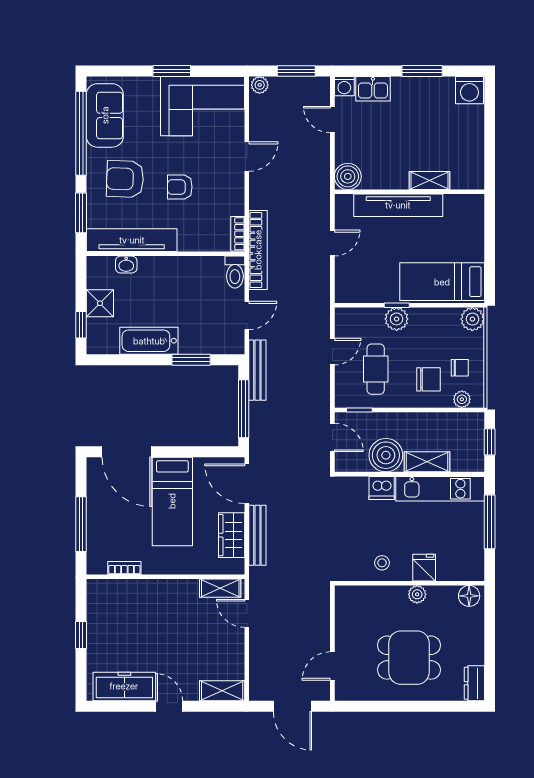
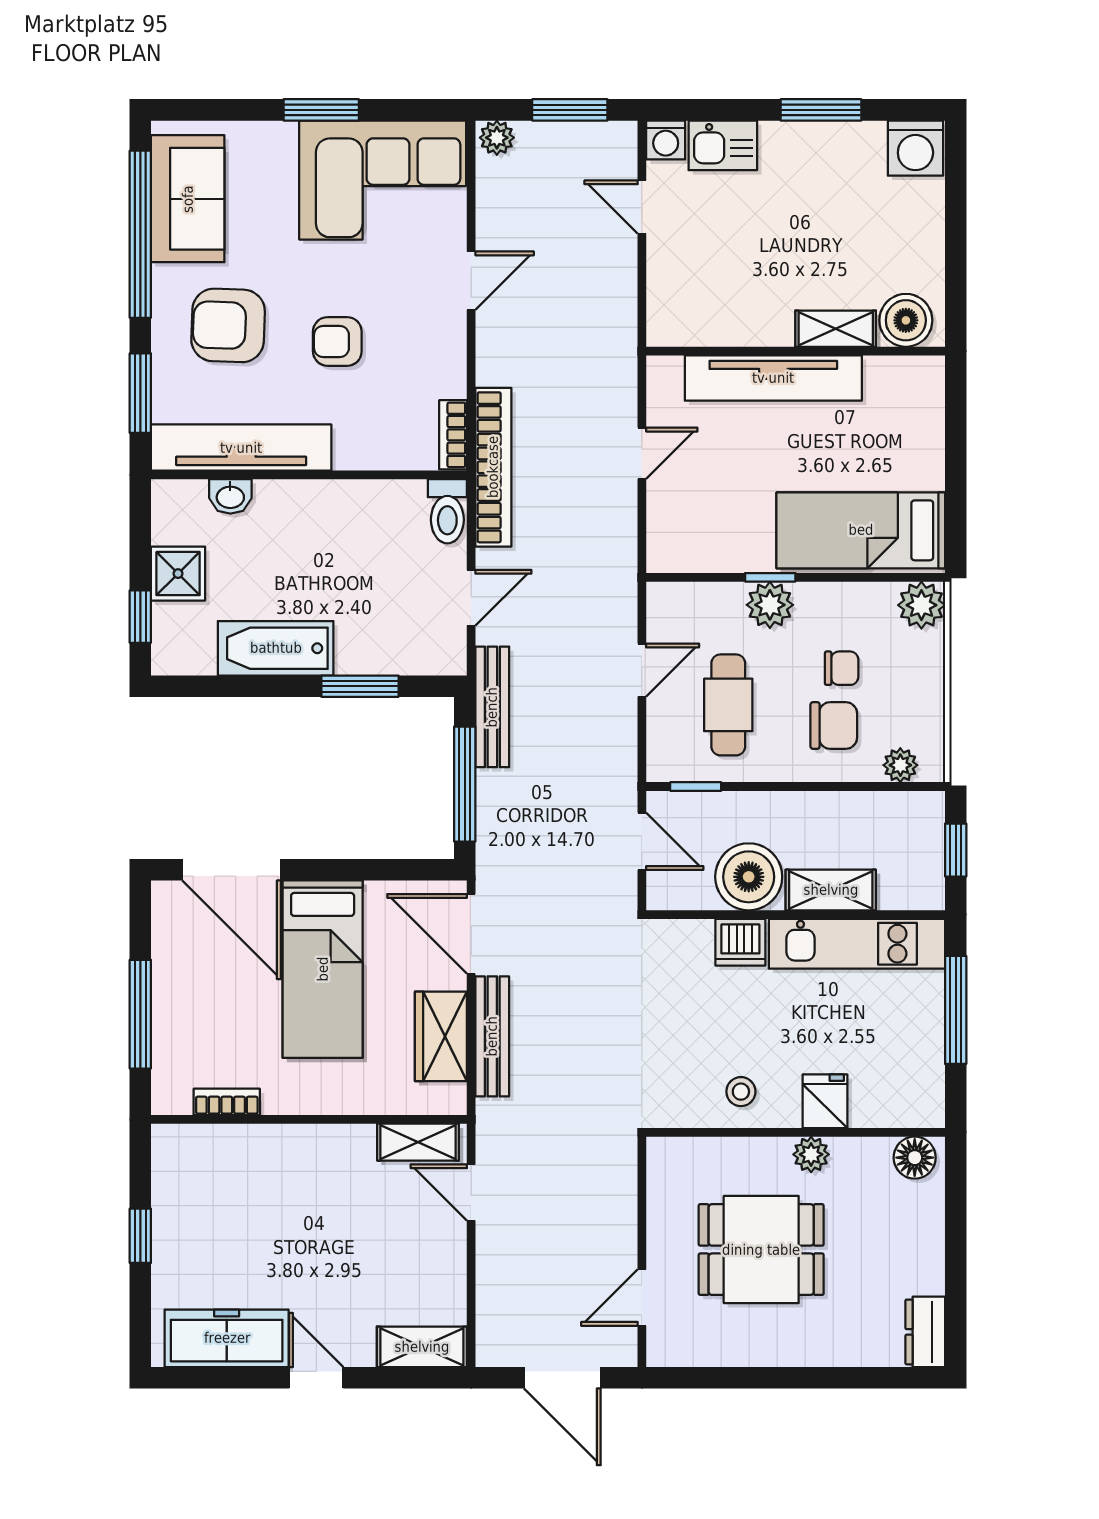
boiler: (348, 176) -> (906, 320), moved
chair: (460, 368) -> (842, 668), moved
dining table: (409, 658) -> (761, 1250), moved

